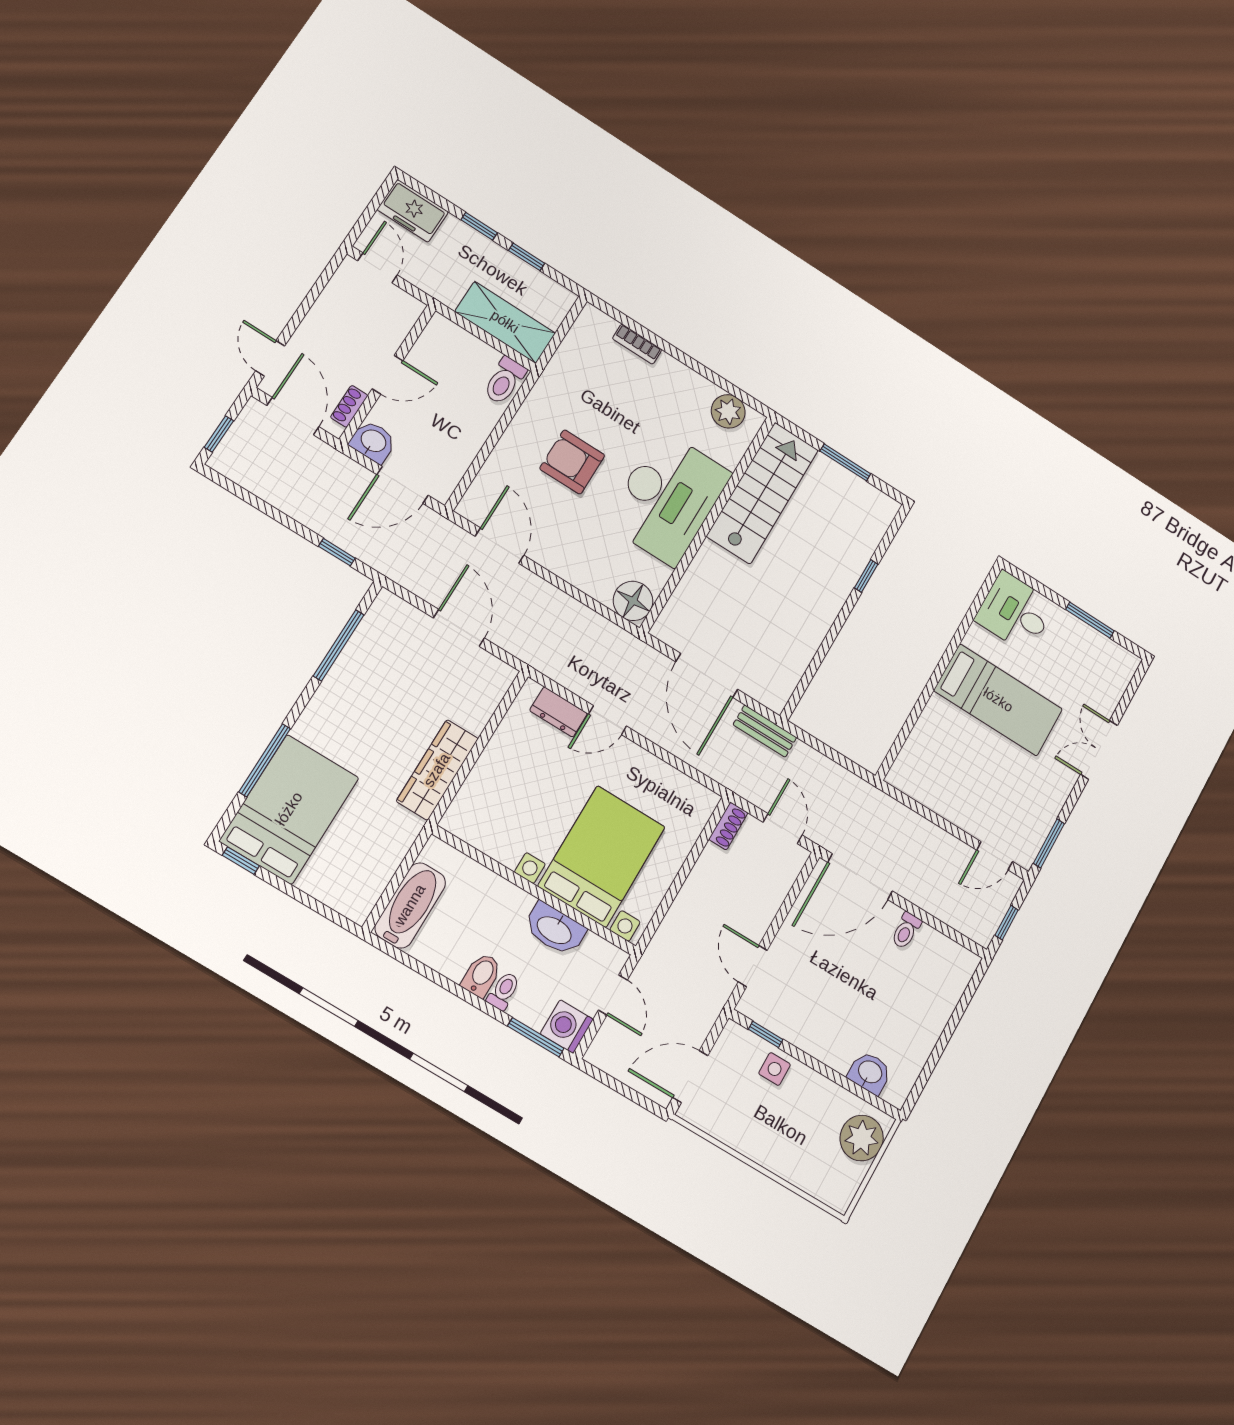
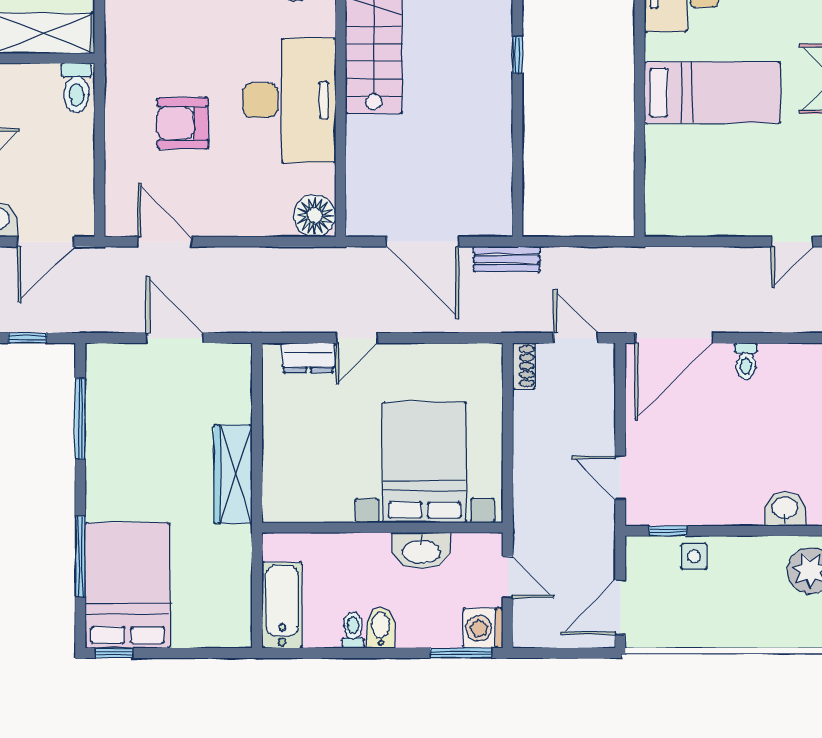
toilet: (504, 991) -> (353, 630), moved

